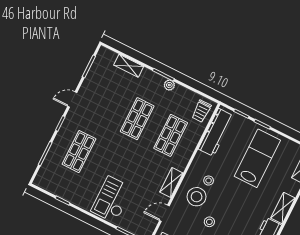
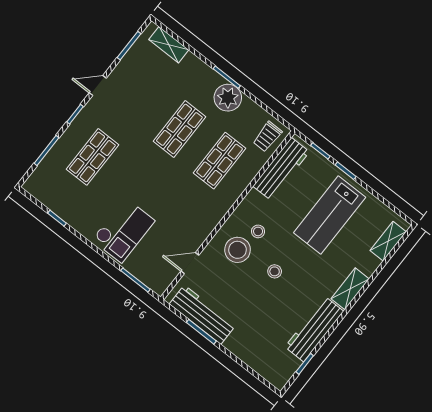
shelving: (129, 66) -> (169, 45), moved
plant: (169, 85) -> (228, 98), width x1.87, depth x1.87
lab bench: (257, 158) -> (330, 215), turned 180
shelving: (171, 183) -> (208, 224), removed
checkout: (112, 199) -> (123, 230), turned 180
stool: (209, 222) -> (275, 271), moved

